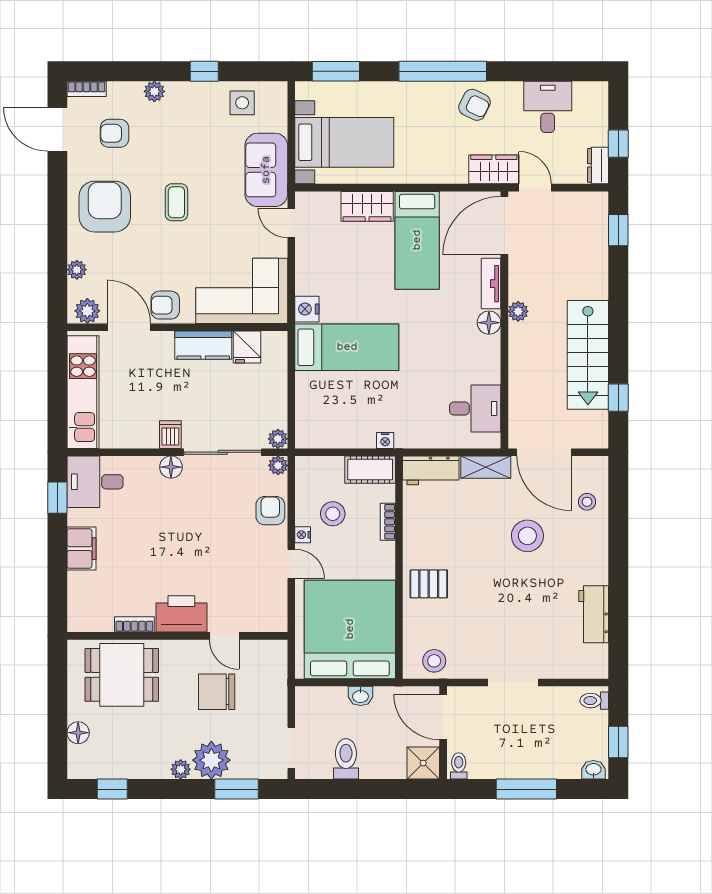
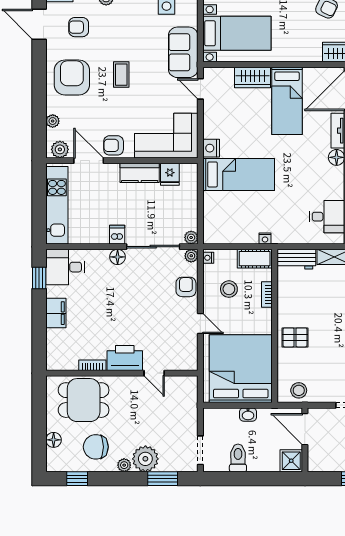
nightstand: (303, 535) -> (208, 258), moved
chair: (217, 692) -> (96, 447), moved
toilet: (459, 766) -> (316, 463), removed

